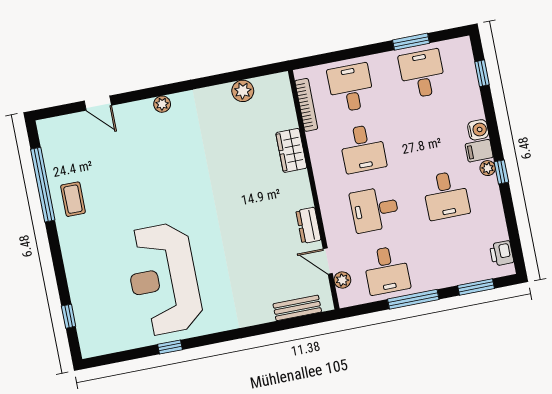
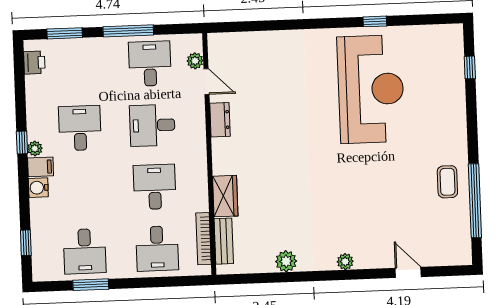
plant: (243, 91) -> (286, 261), moved
desk: (375, 209) -> (152, 125), turned 180
bench: (297, 308) -> (224, 241), moved, turned 90

